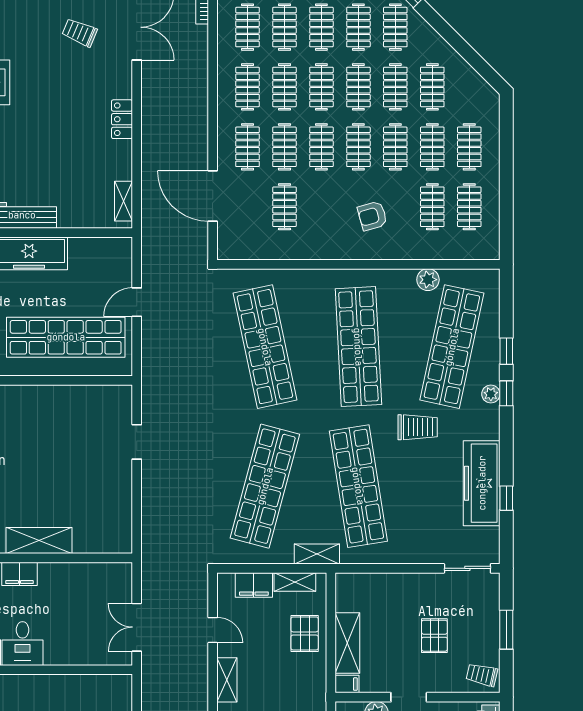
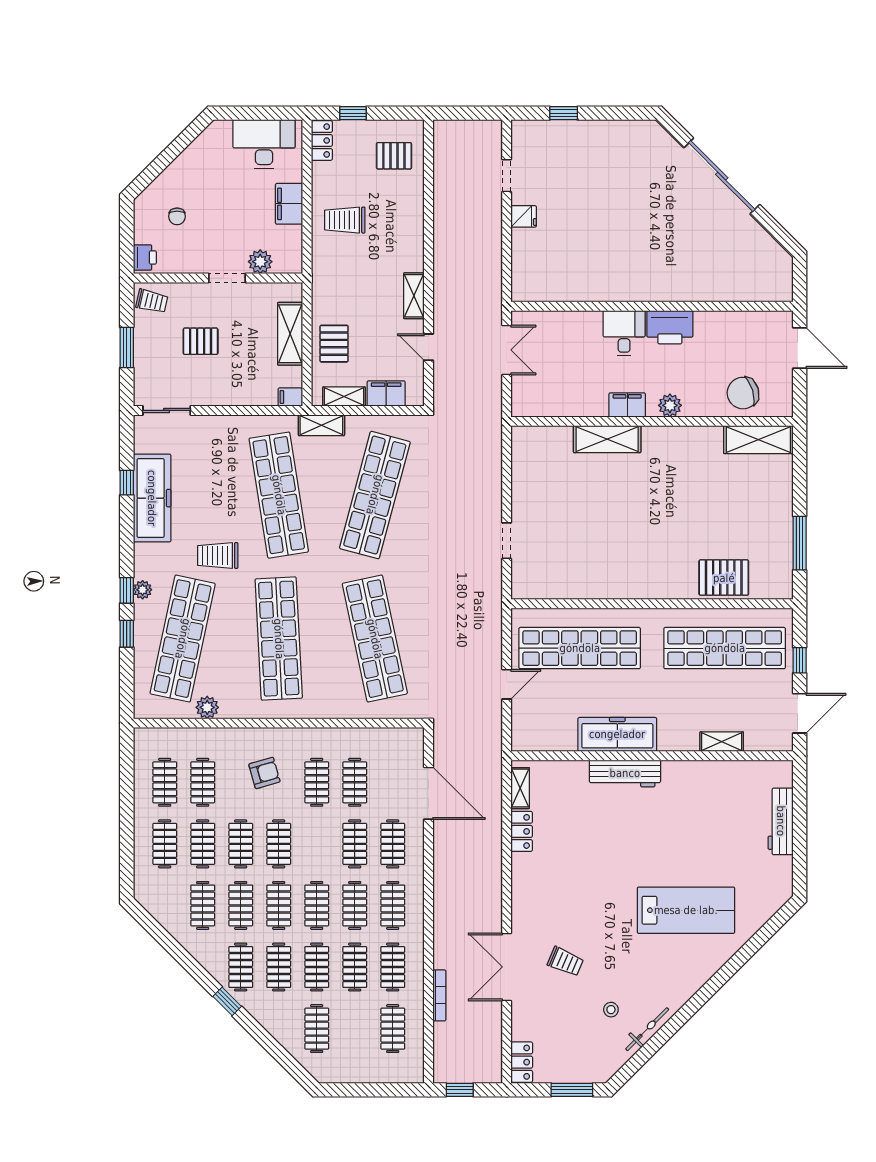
locker: (122, 119) -> (522, 831), moved
clothes rail: (321, 147) -> (317, 782), moved
pallet: (434, 636) -> (201, 341), turned 90
filing cabinet: (347, 684) -> (290, 397), moved

